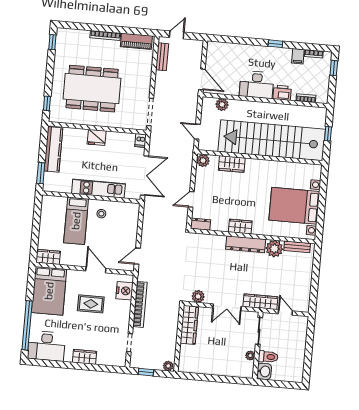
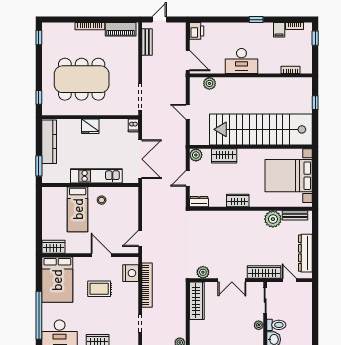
printer: (282, 93) -> (197, 31), moved, turned 90
stairs: (272, 140) -> (261, 129), moved
wall: (260, 157) -> (251, 147), moved
plant: (203, 161) -> (196, 155), moved
wardrobe: (232, 164) -> (224, 156), moved
dresser: (246, 244) -> (305, 253), moved, turned 90

